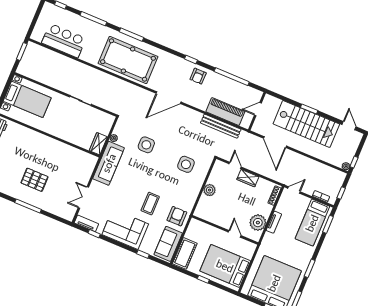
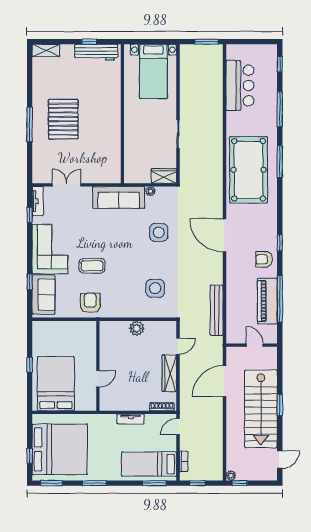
piano: (225, 112) -> (267, 301), moved, turned 180
wardrobe: (98, 144) -> (164, 176), moved
wardrobe: (248, 178) -> (169, 373), width x1.50
pallet: (34, 180) -> (63, 119), width x1.37, depth x1.41
door: (294, 190) -> (178, 427), swing flipped
armchair: (177, 216) -> (90, 303), turned -90
plant: (258, 223) -> (122, 400), removed
sofa: (168, 244) -> (44, 295), moved, turned 90
cot: (185, 253) -> (51, 330), removed

